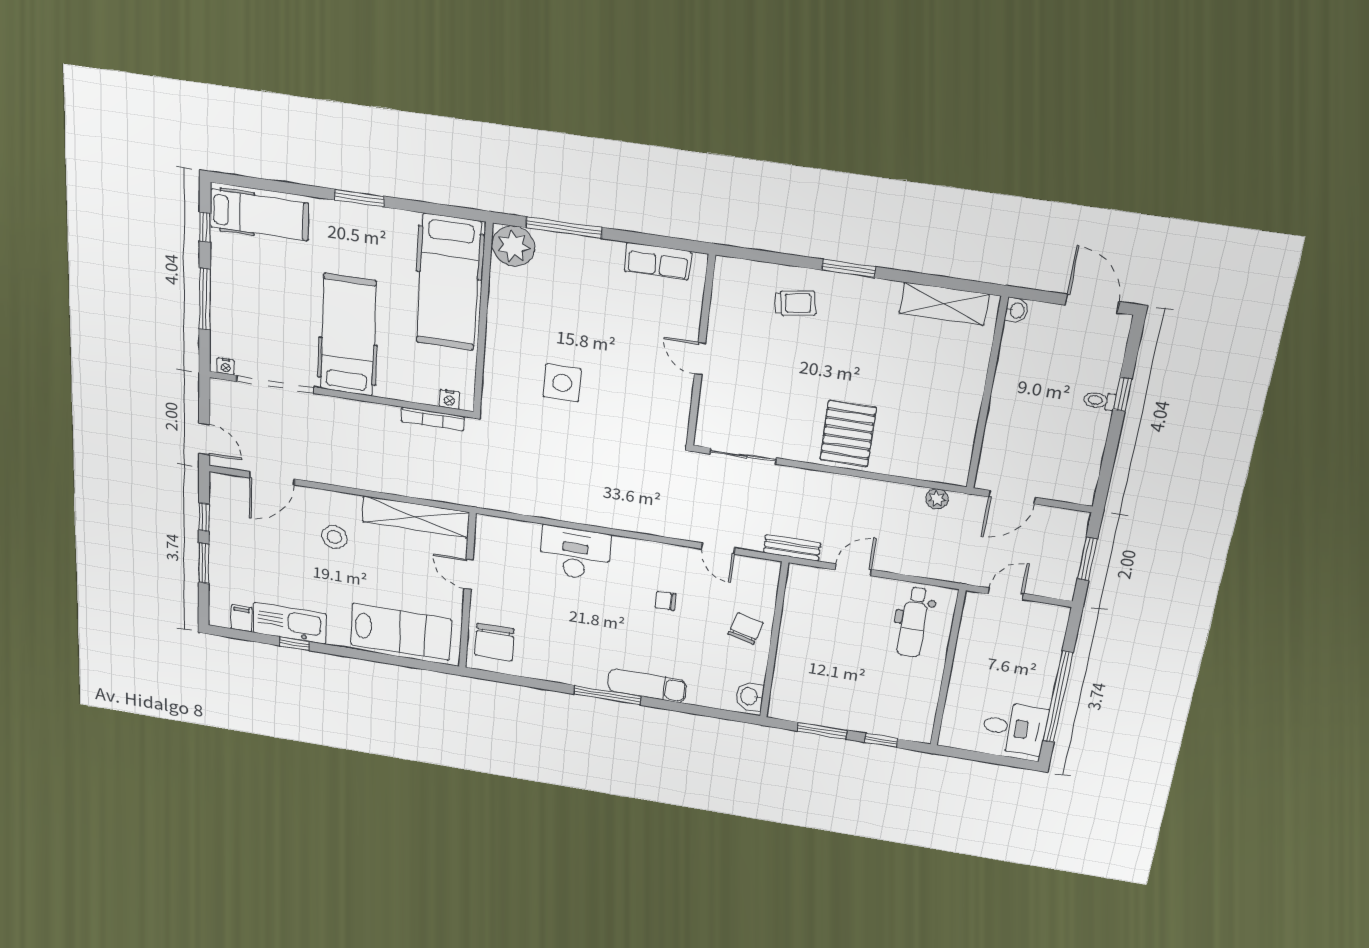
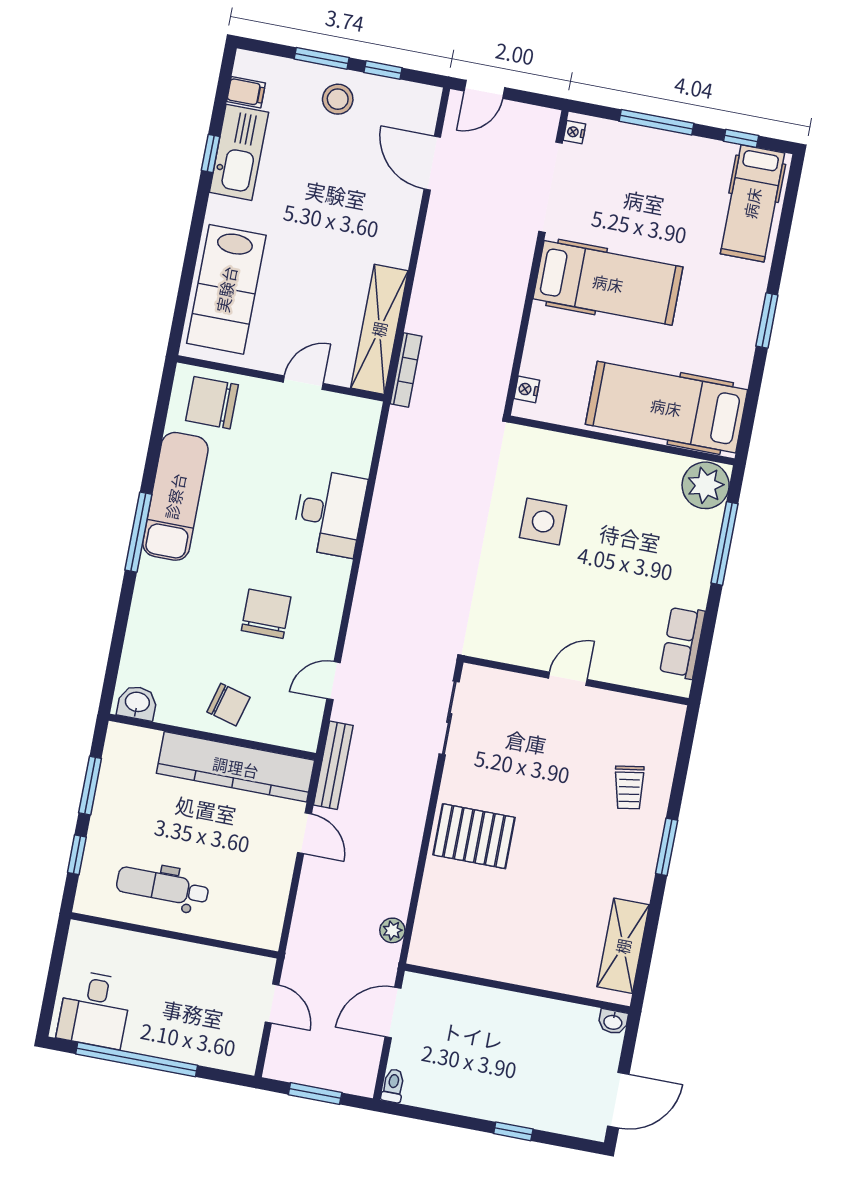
toilet: (1099, 401) -> (393, 1086), moved
bookcase: (433, 419) -> (406, 370), moved, turned 180
door: (1012, 497) -> (393, 1013), hinge flipped
stool: (334, 537) -> (338, 99), moved
bench: (792, 548) -> (333, 765), width x1.36
chair: (666, 601) -> (266, 614), width x1.87, depth x1.87
dental chair: (913, 622) -> (163, 887), moved
kitchen counter: (799, 623) -> (236, 767), added
exam couch: (647, 686) -> (175, 496), moved, width x1.36, depth x1.45

